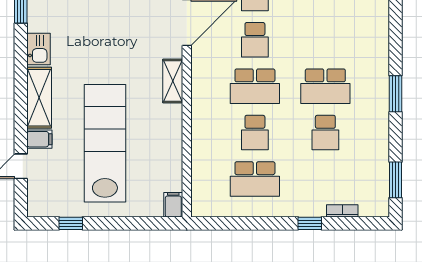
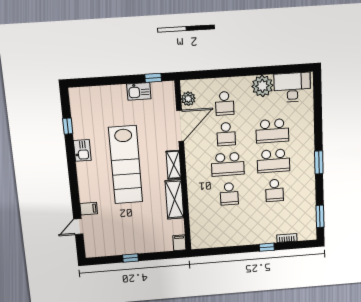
shelving: (39, 98) -> (174, 199), moved
lab bench: (105, 143) -> (126, 165), moved, turned 180
school desk: (255, 179) -> (272, 131), moved
window: (71, 223) -> (131, 258), moved

